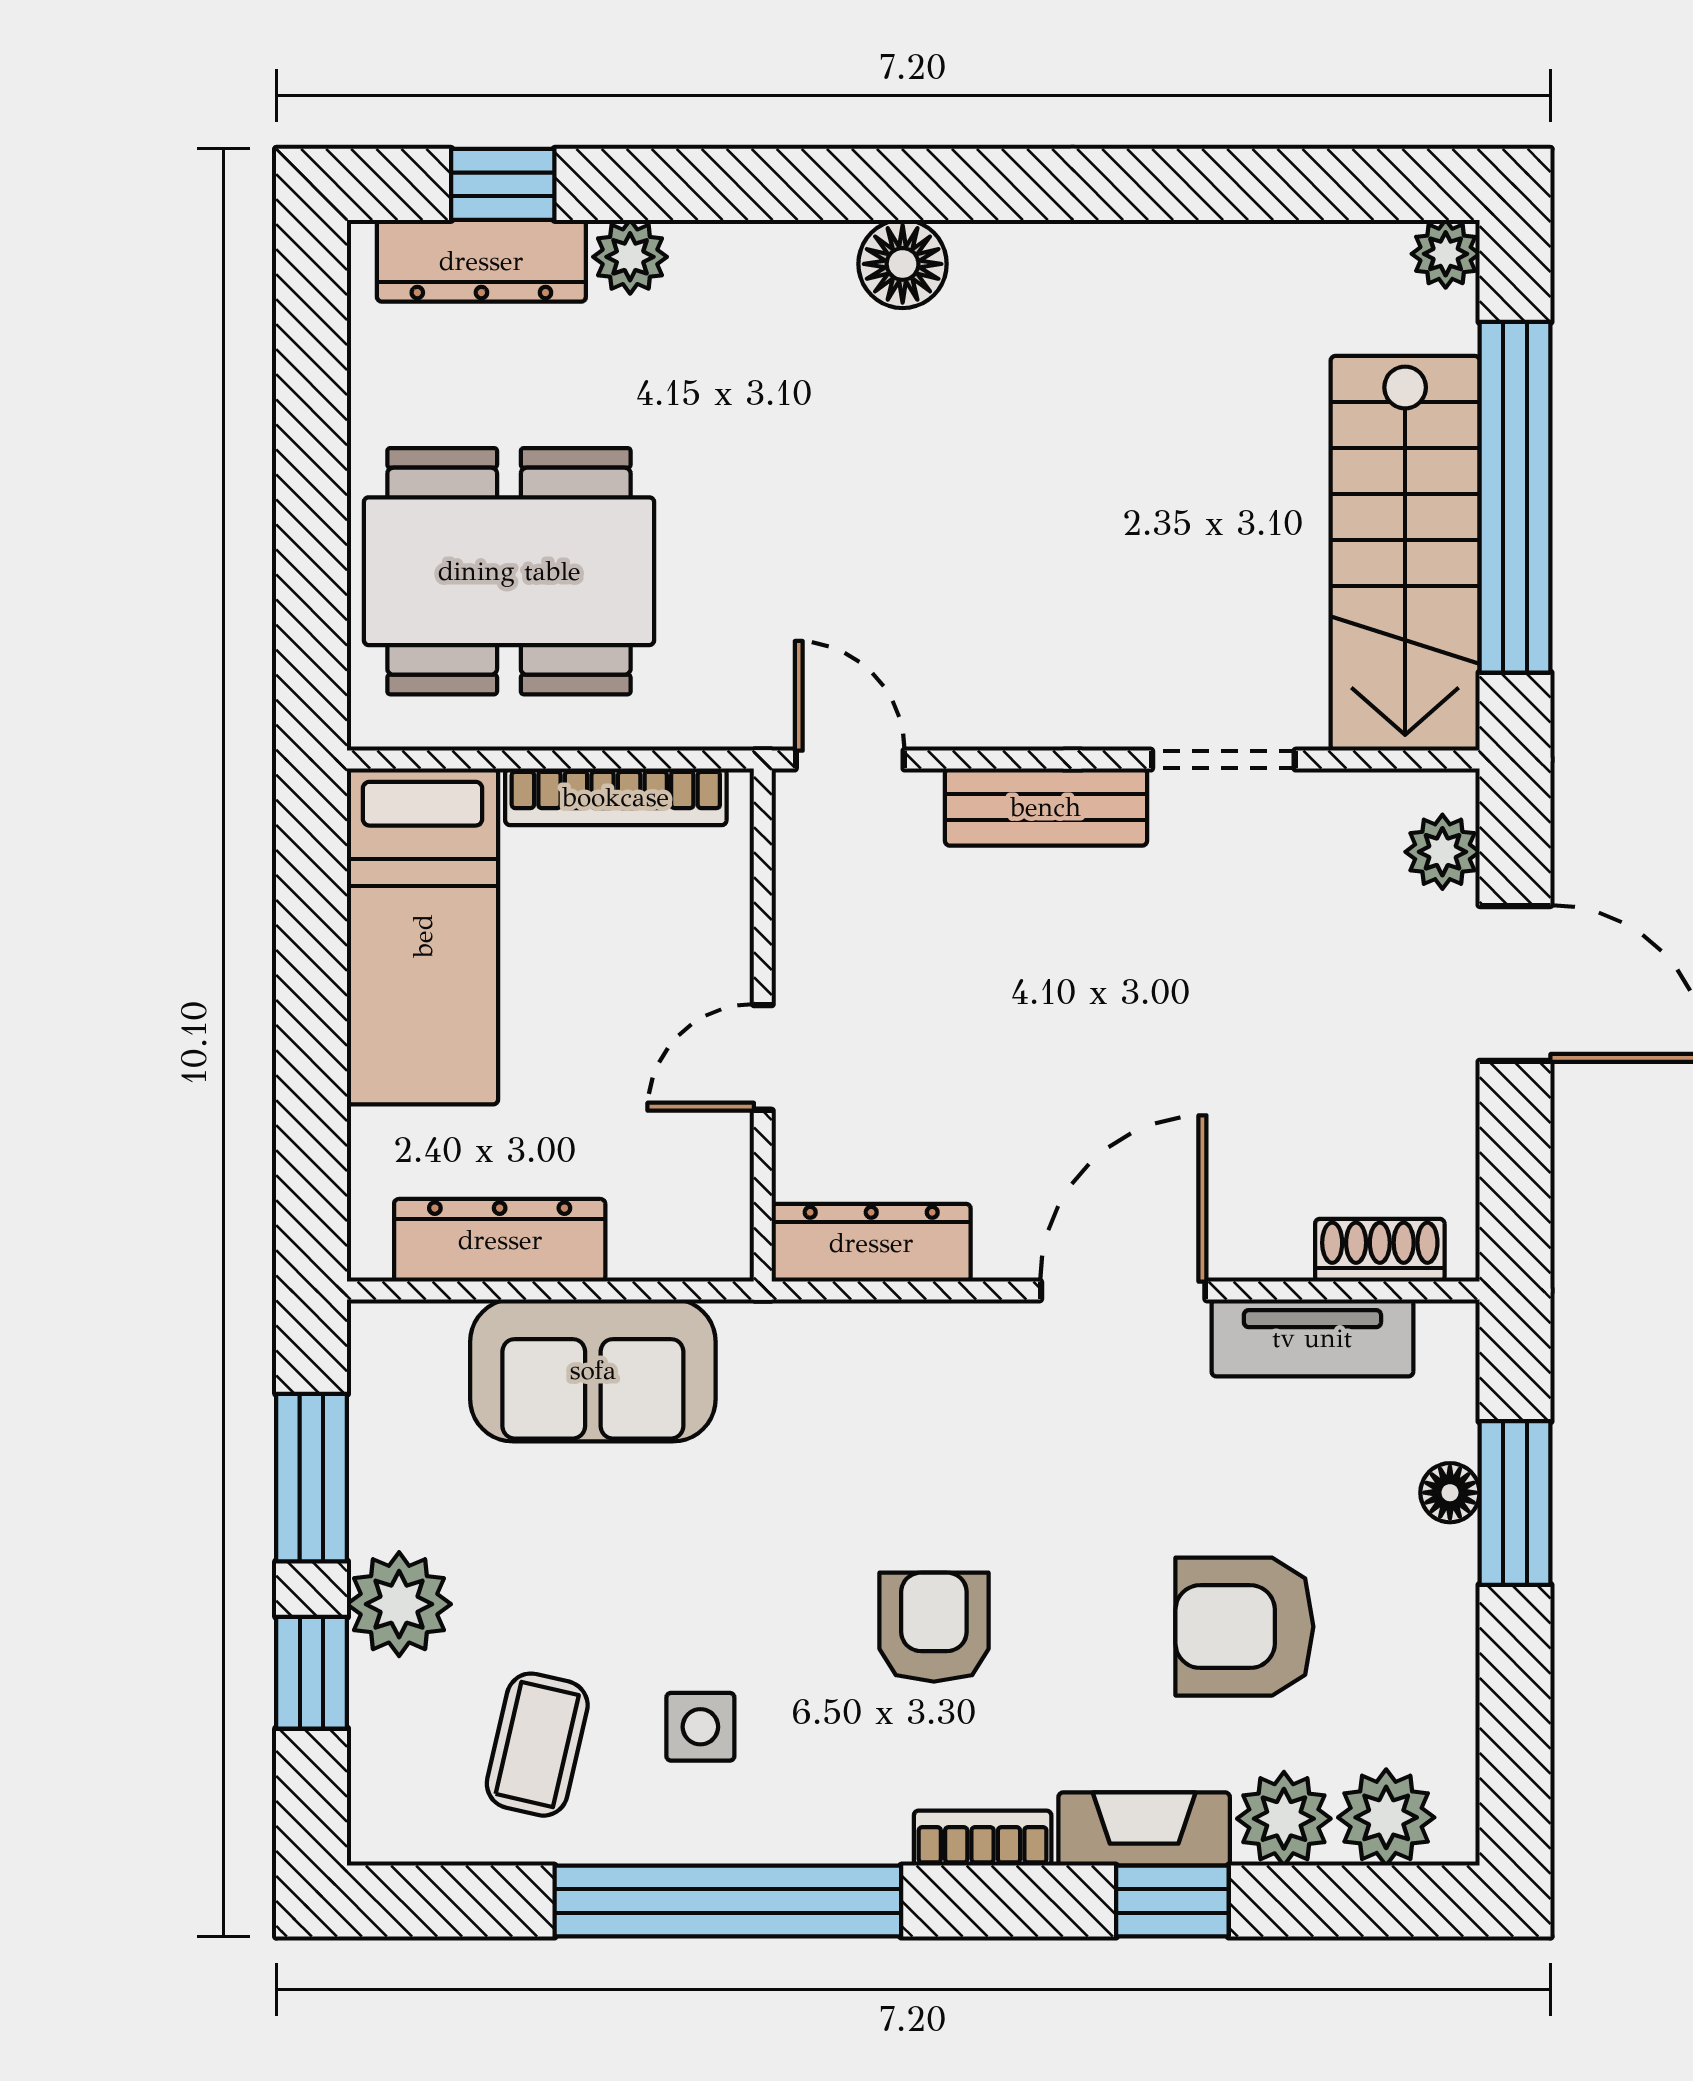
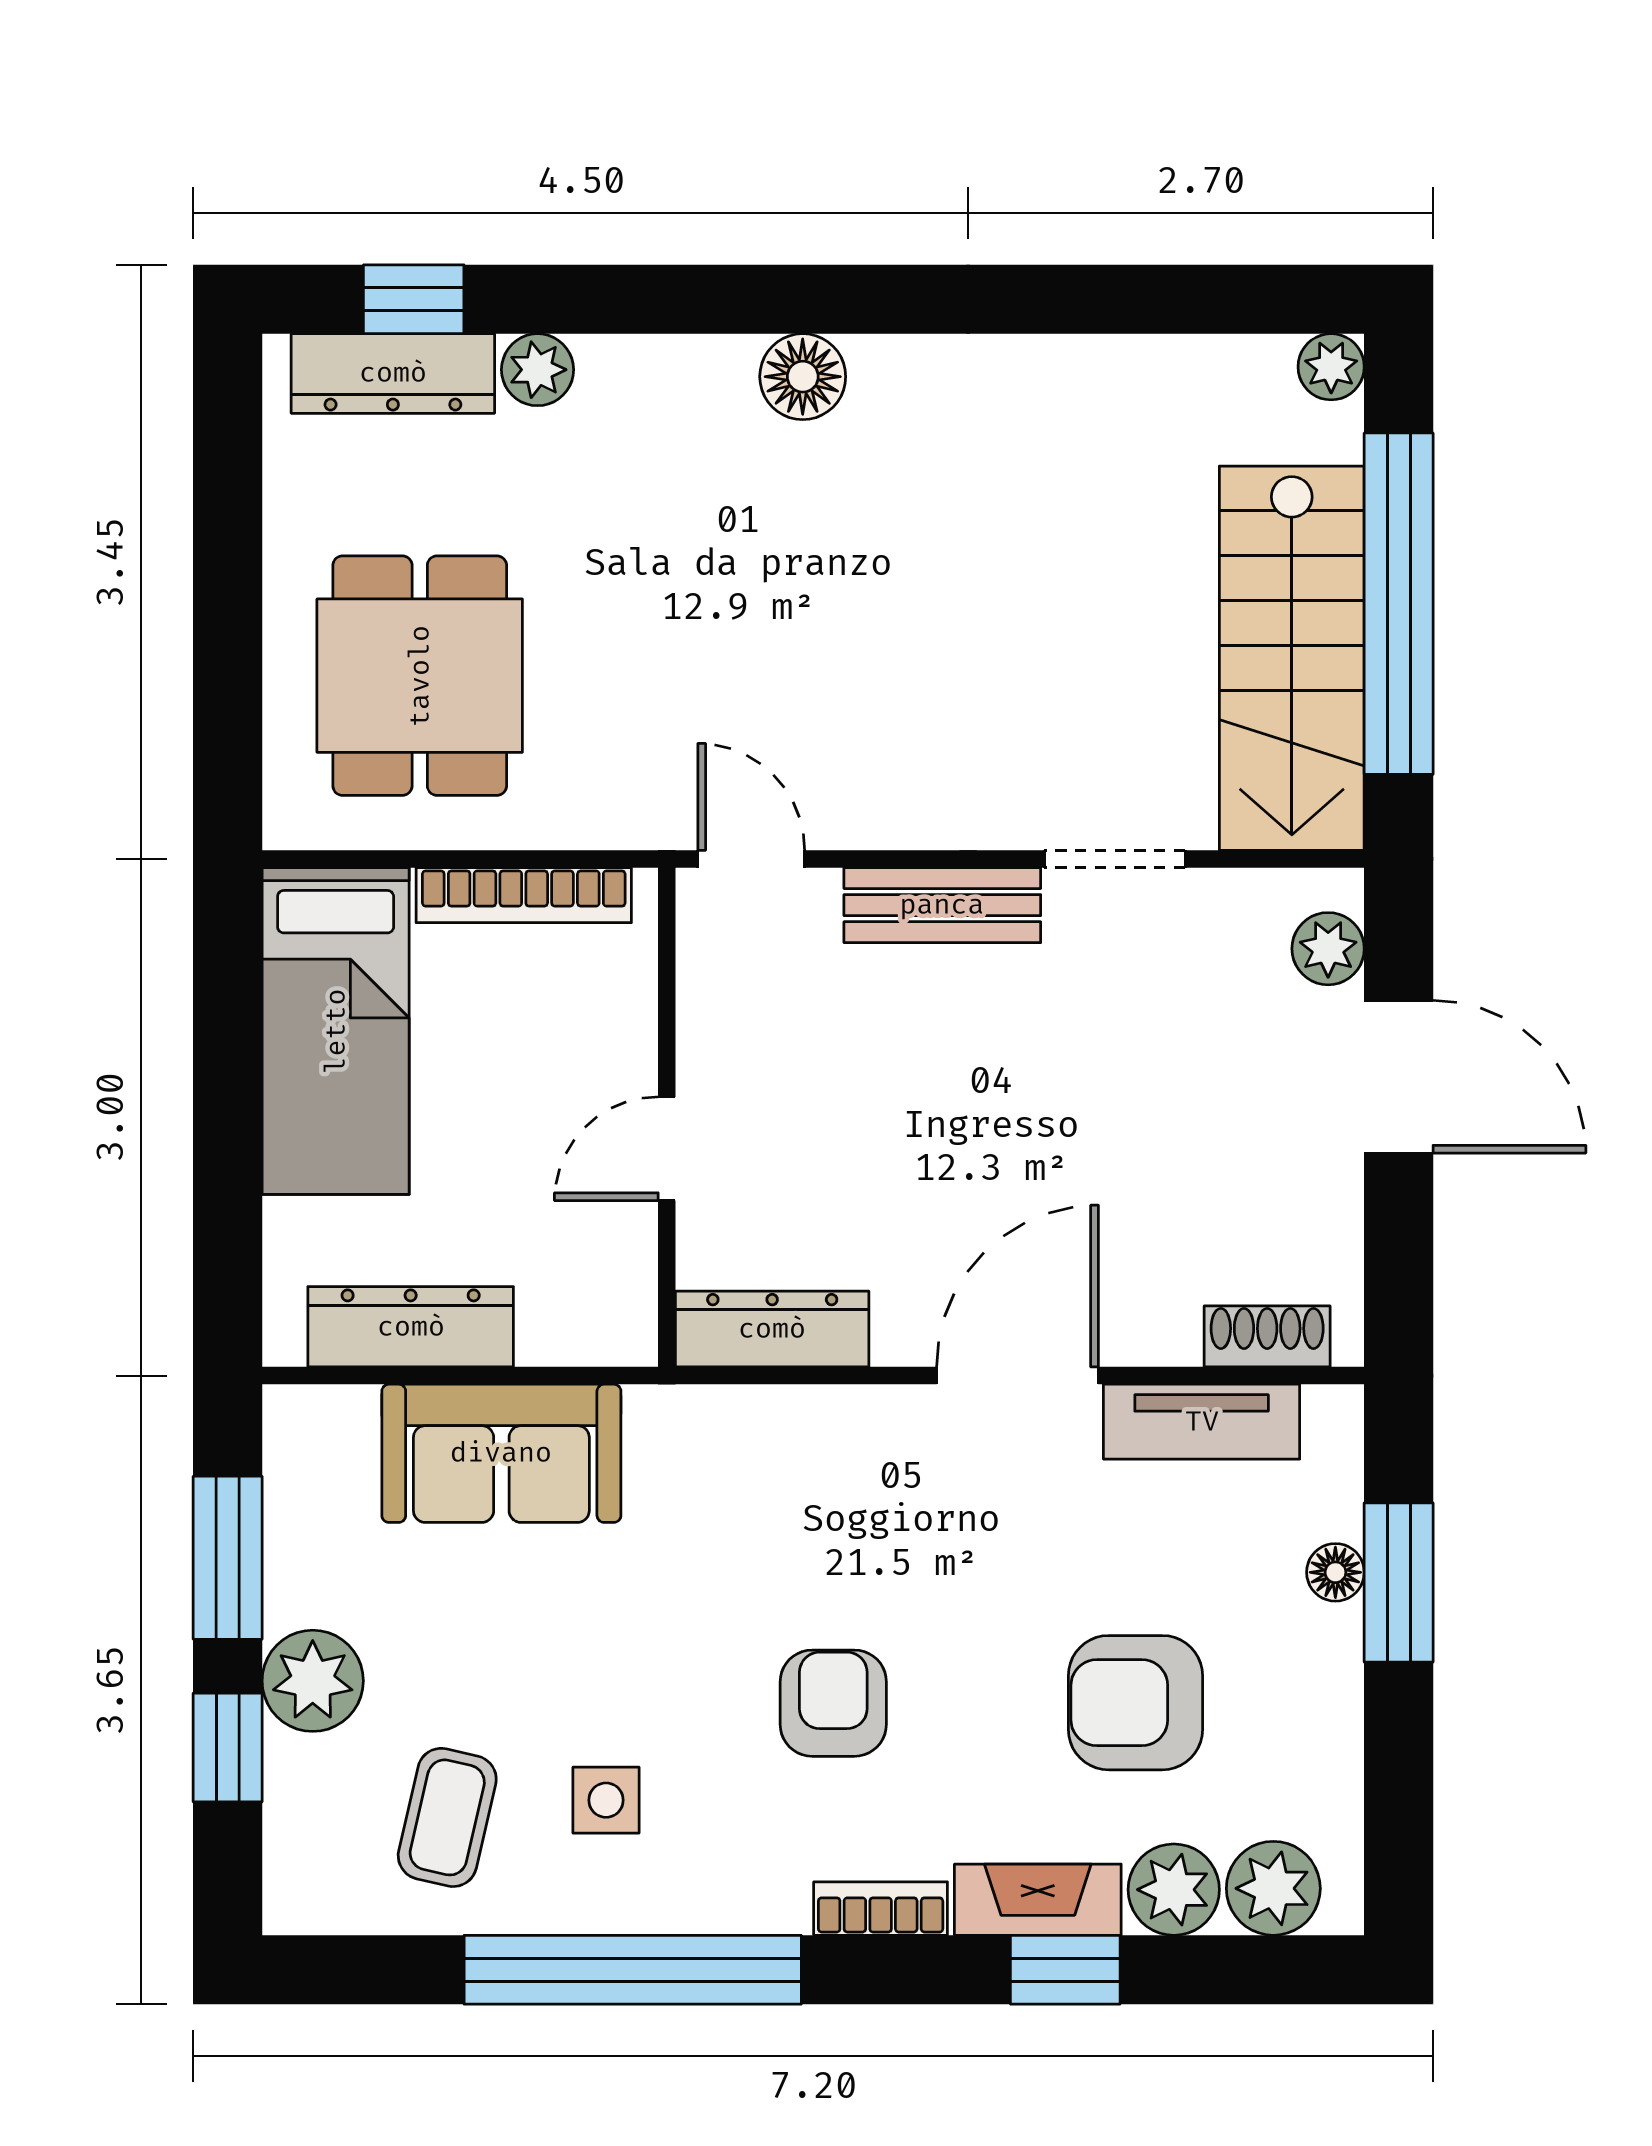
dining table: (509, 571) -> (420, 676), width x0.73

